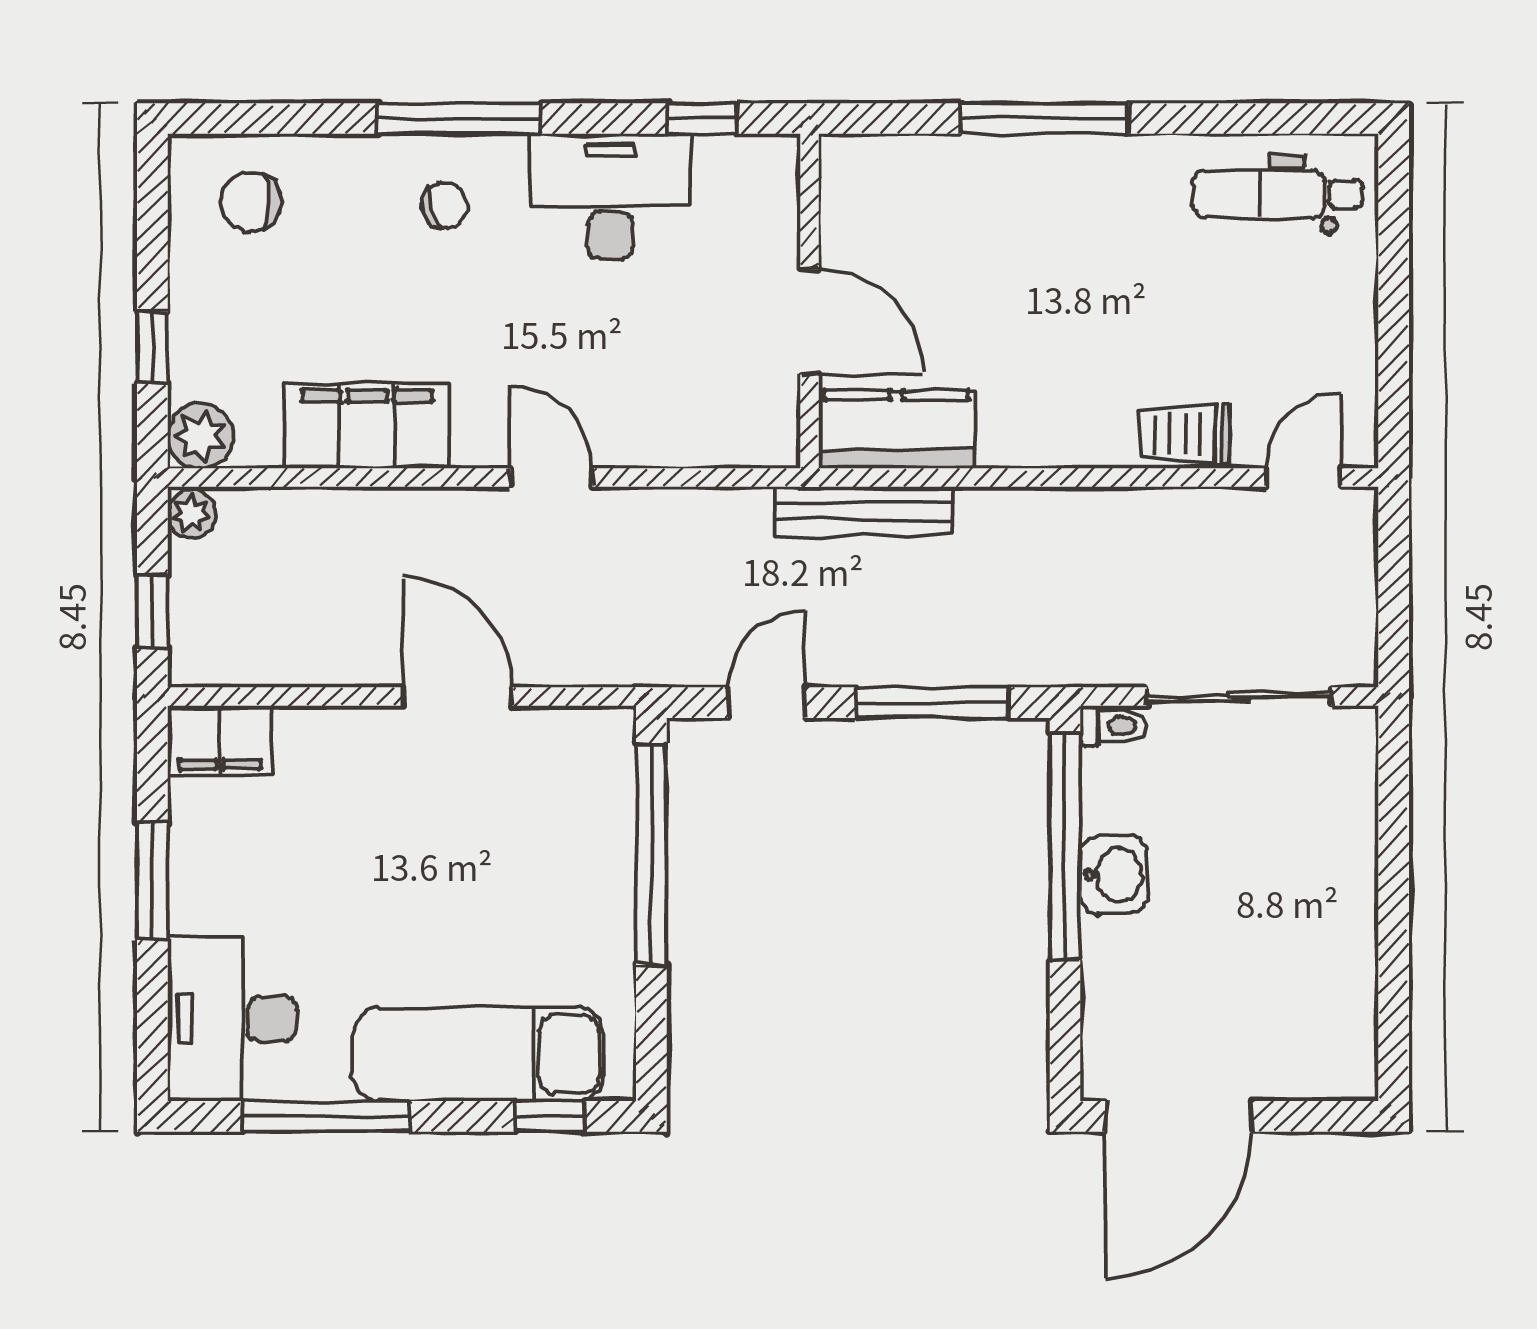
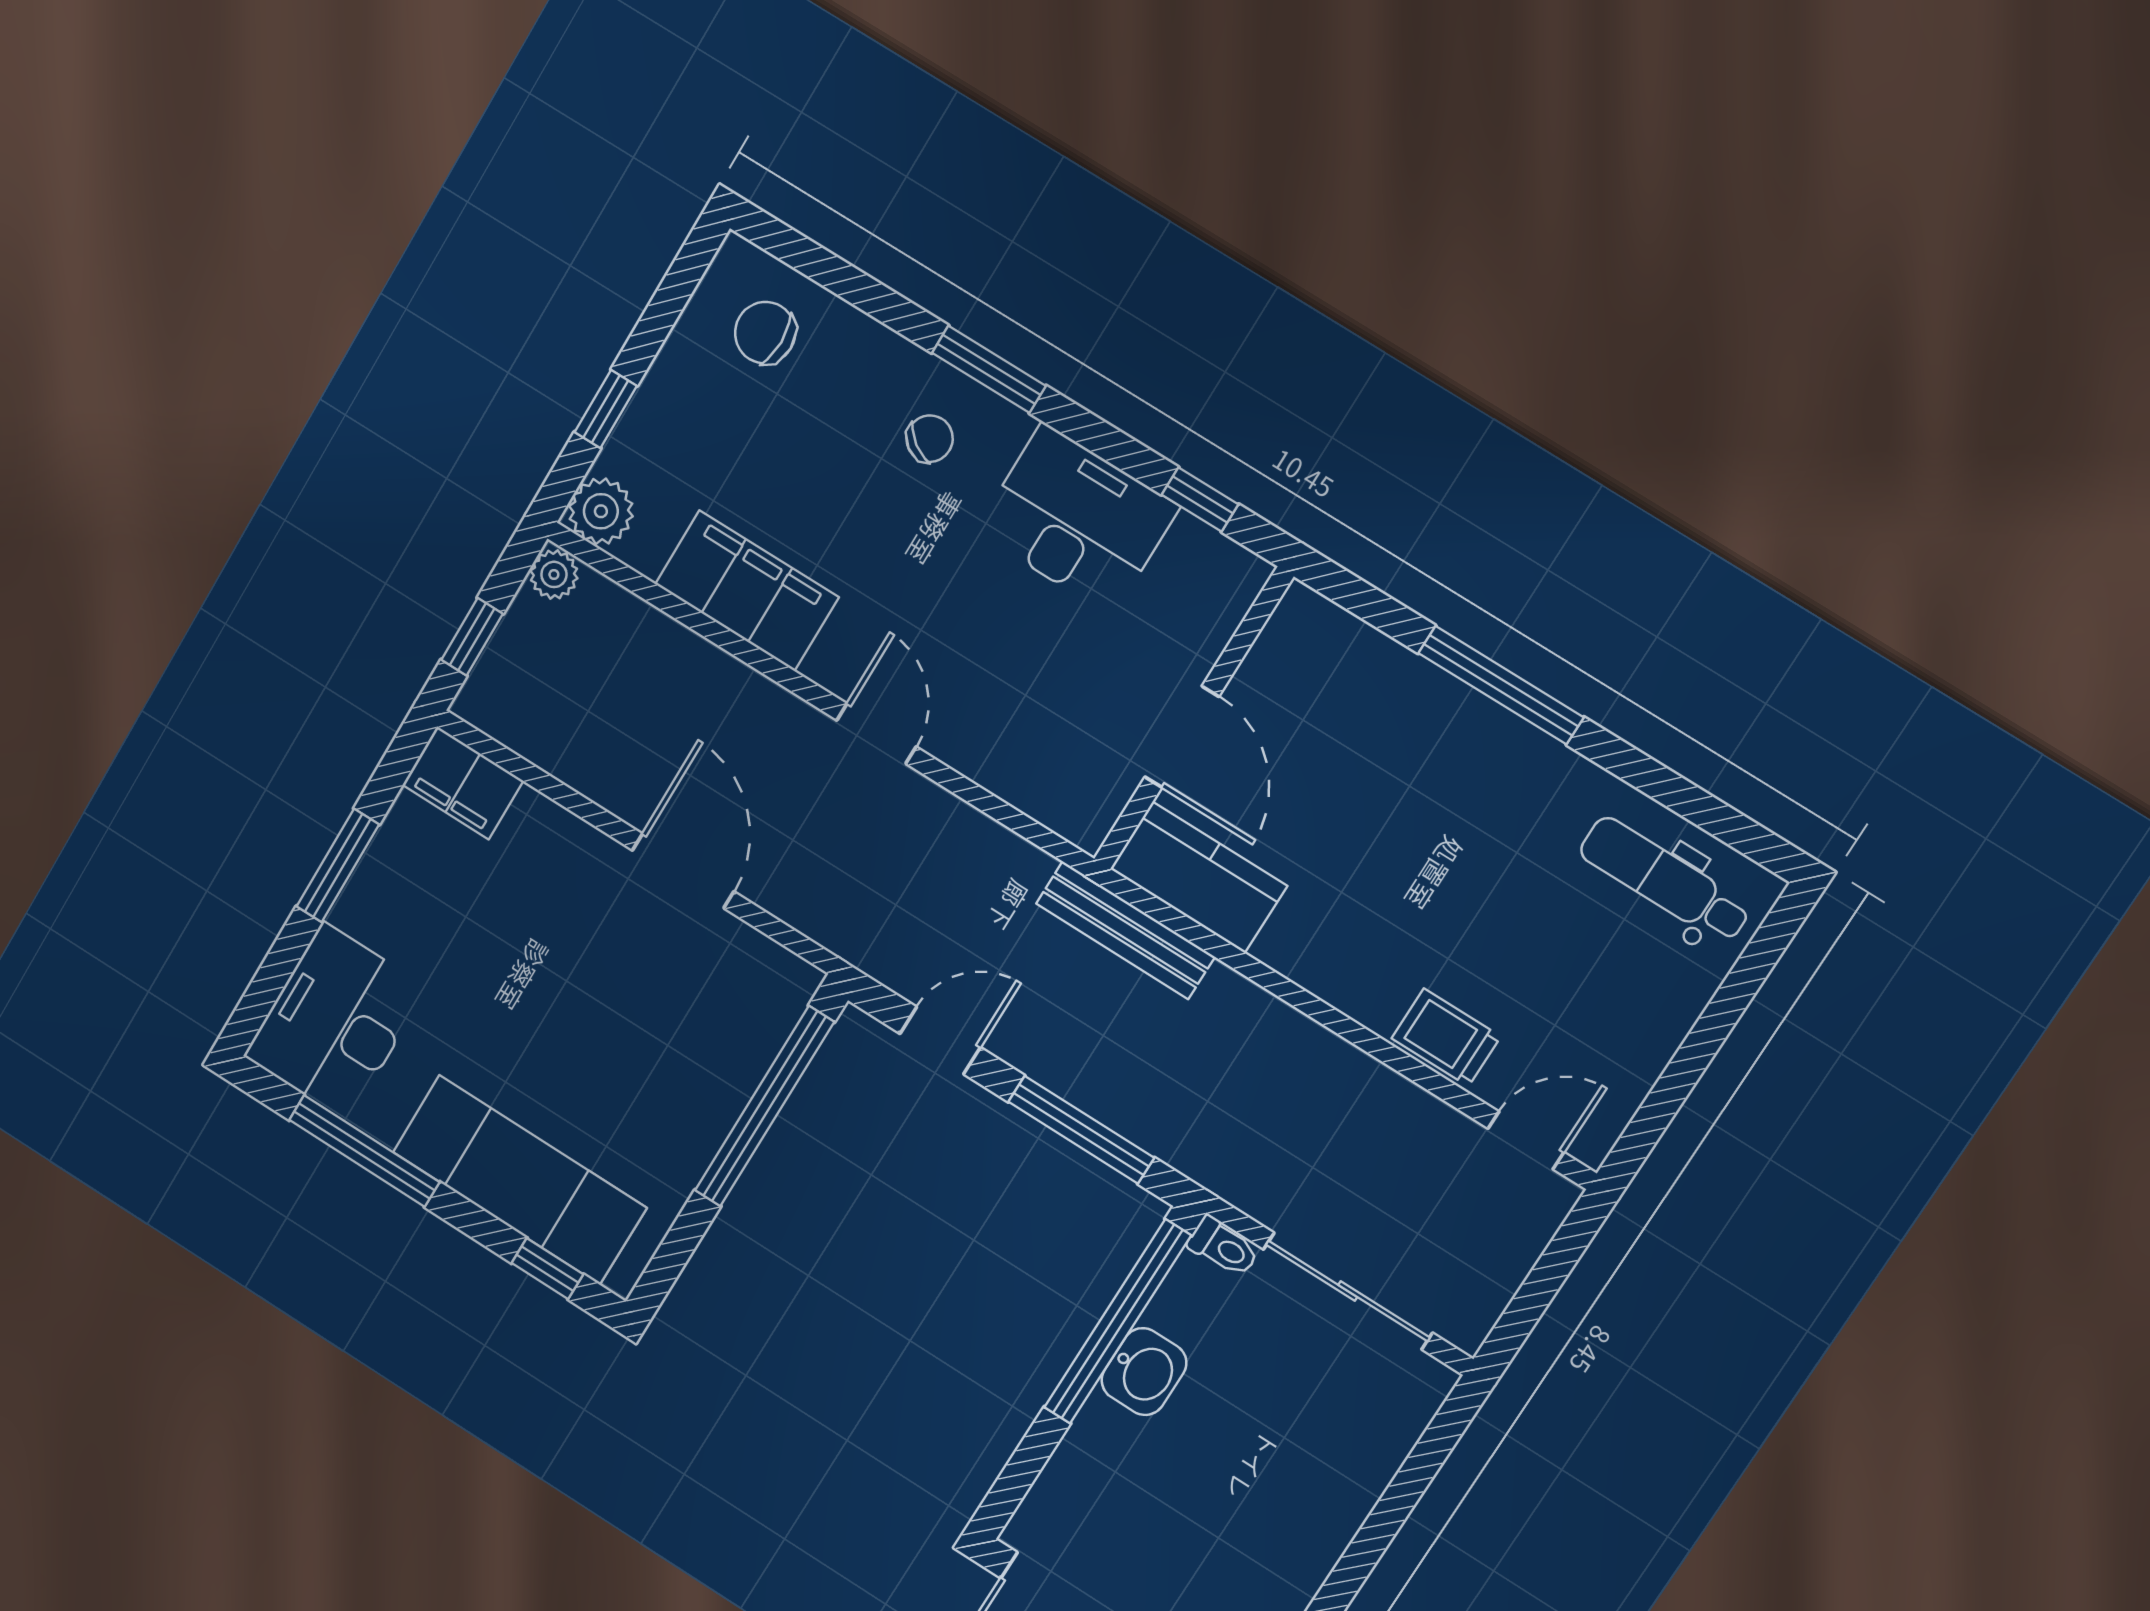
window: (459, 119) -> (989, 369), width x0.69
chair: (445, 205) -> (930, 439), turned -36

